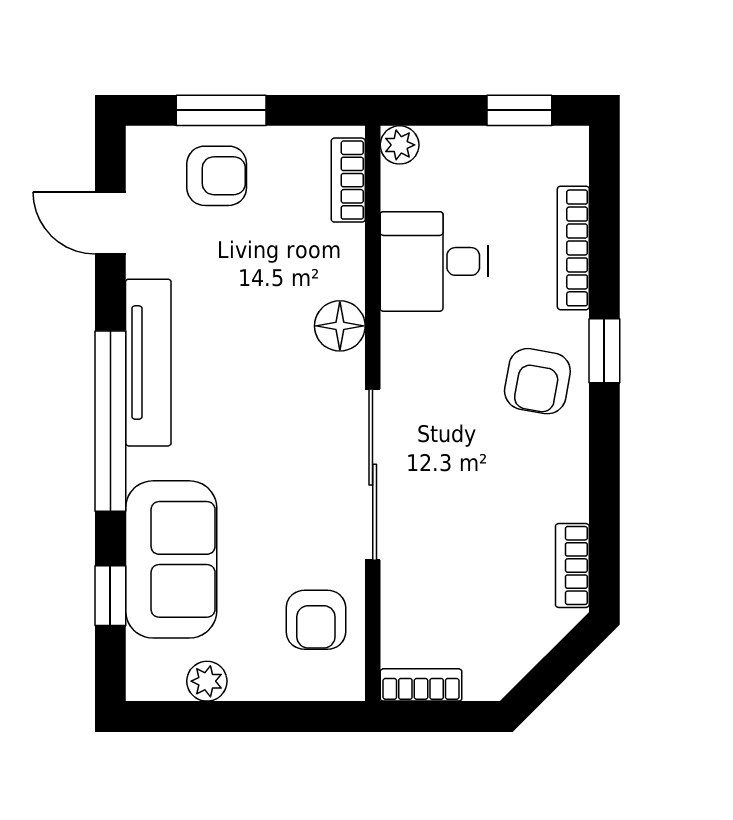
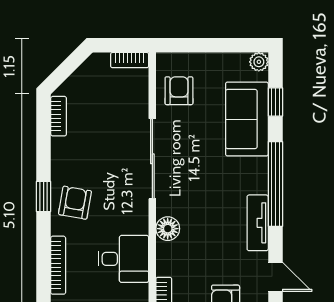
window: (604, 351) -> (44, 197), moved
tv unit: (148, 363) -> (258, 223), width x0.71
plant: (207, 681) -> (259, 62), moved

